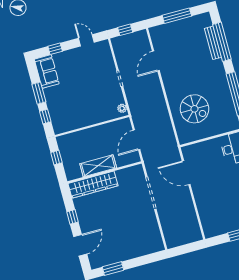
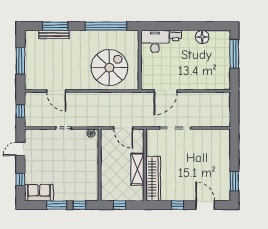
window: (222, 42) -> (55, 26), width x0.68
spiral stairs: (194, 109) -> (109, 68), width x1.37, depth x1.37

